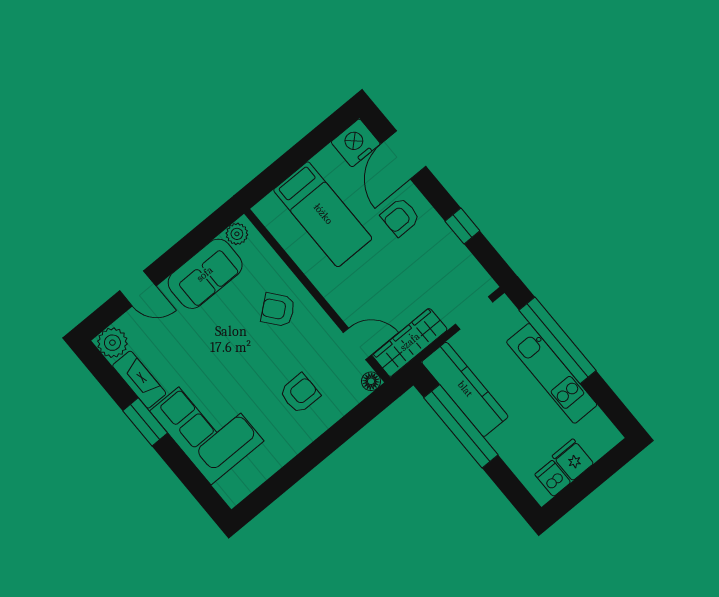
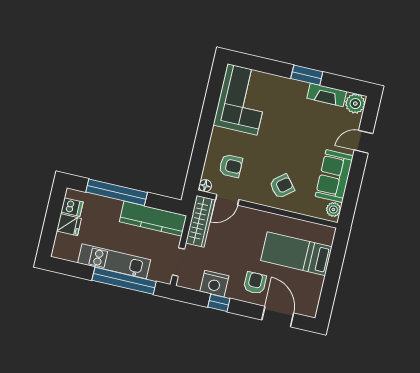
nightstand: (356, 143) -> (214, 284), moved, turned 90
armchair: (300, 394) -> (231, 166), moved, turned -90
corner sofa: (207, 426) -> (242, 99), moved, turned -90
window: (461, 426) -> (117, 192), moved

